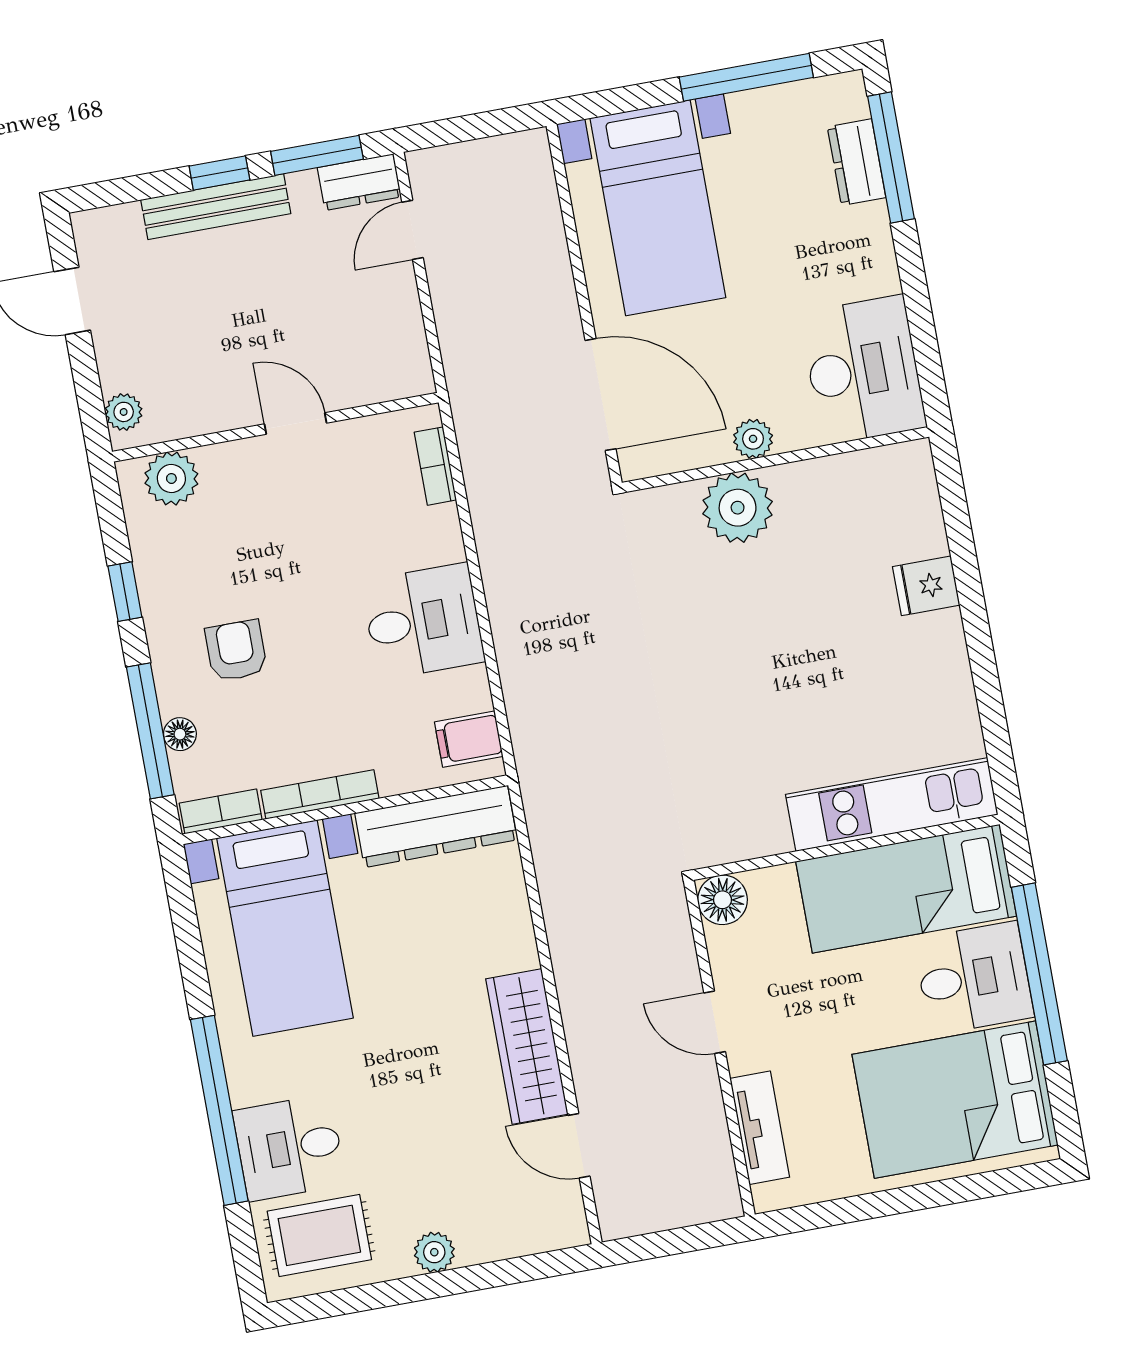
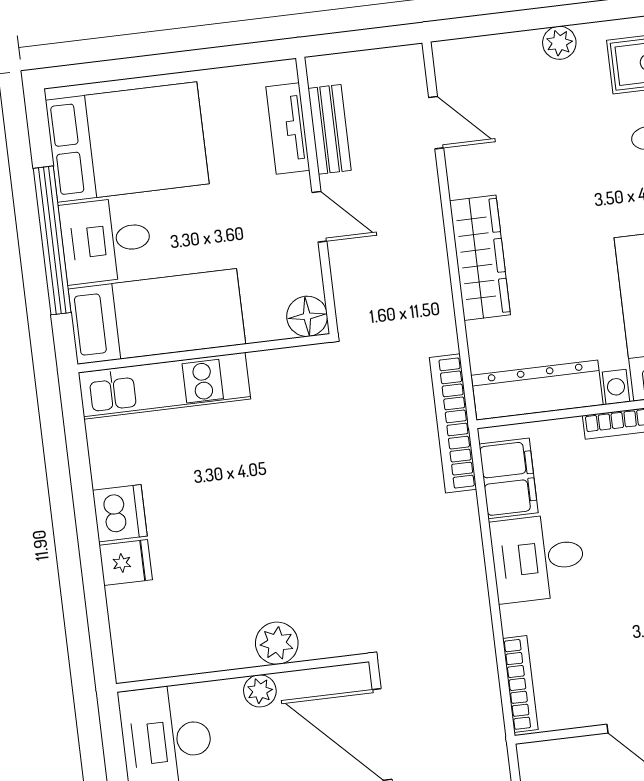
bookcase: (435, 466) -> (520, 684), width x1.56
plant: (738, 508) -> (277, 643), width x0.73, depth x0.73
dishwasher: (937, 646) -> (120, 513), added
filing cabinet: (469, 739) -> (509, 478), width x2.00
bookcase: (537, 780) -> (453, 423), added
wardrobe: (527, 1046) -> (480, 258), moved
bench: (709, 1130) -> (330, 129), added

